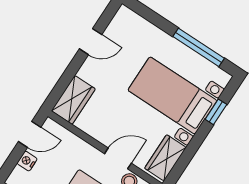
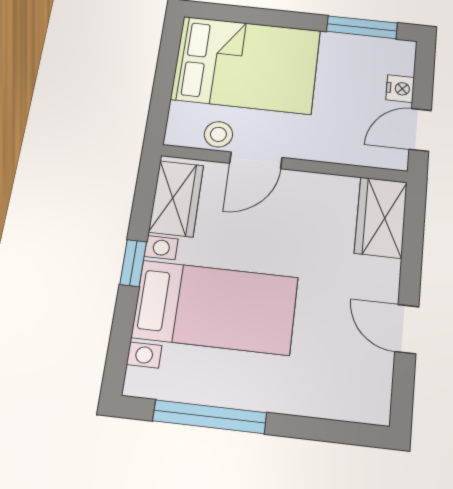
door: (91, 42) -> (407, 329), hinge flipped
window: (216, 112) -> (133, 263), moved

